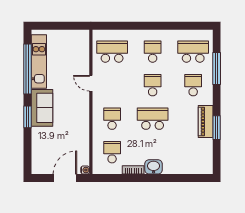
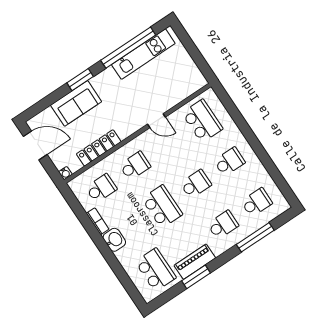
school desk: (193, 52) -> (257, 202), width x0.54
door: (91, 83) -> (156, 121), swing flipped
sofa: (42, 108) -> (76, 103), moved
locker: (83, 135) -> (99, 148), added
school desk: (193, 152) -> (156, 270), added
door: (65, 178) -> (35, 145), moved

